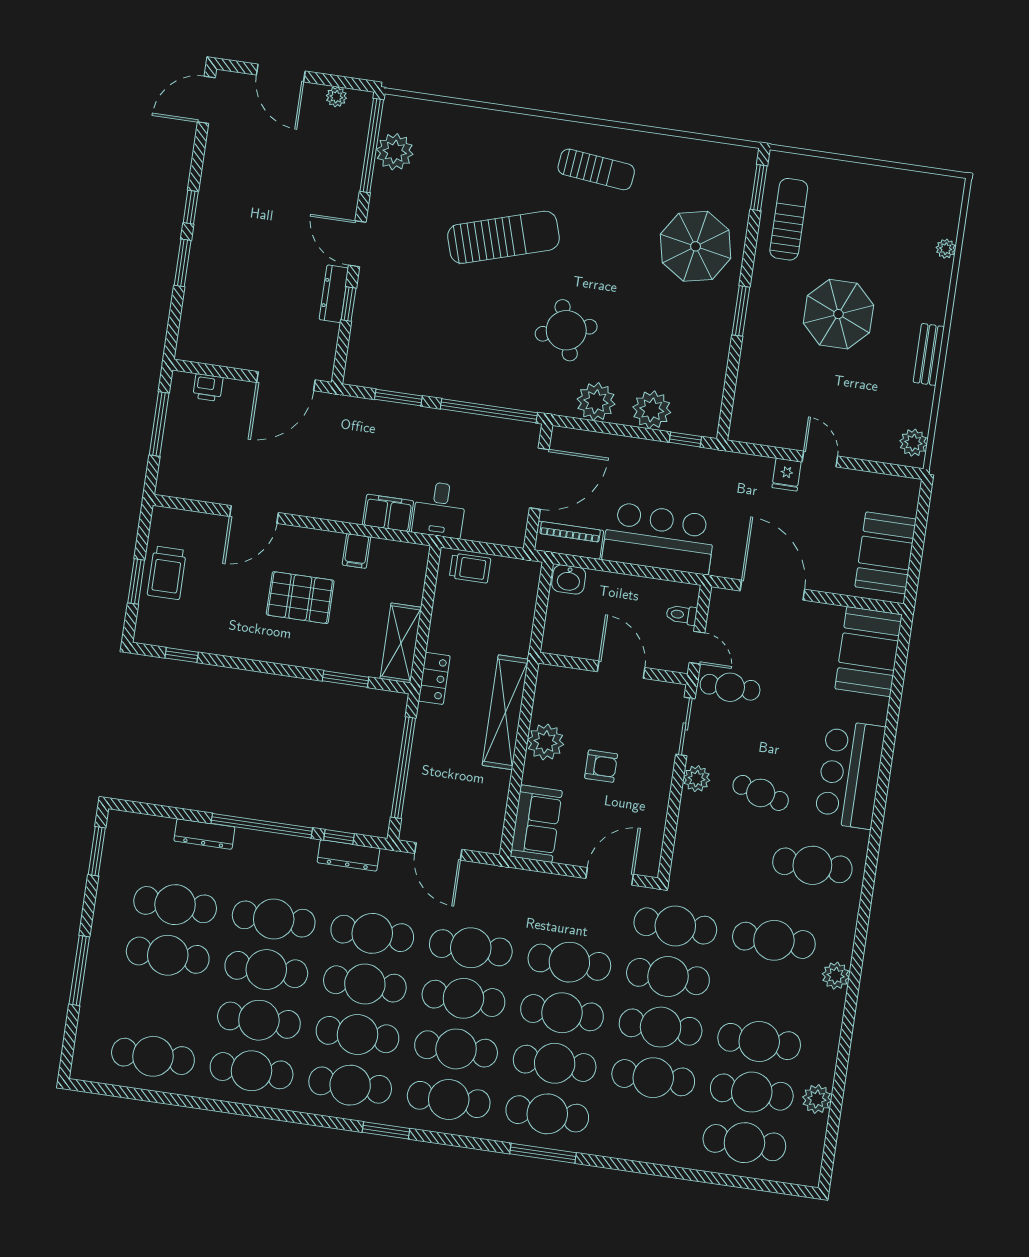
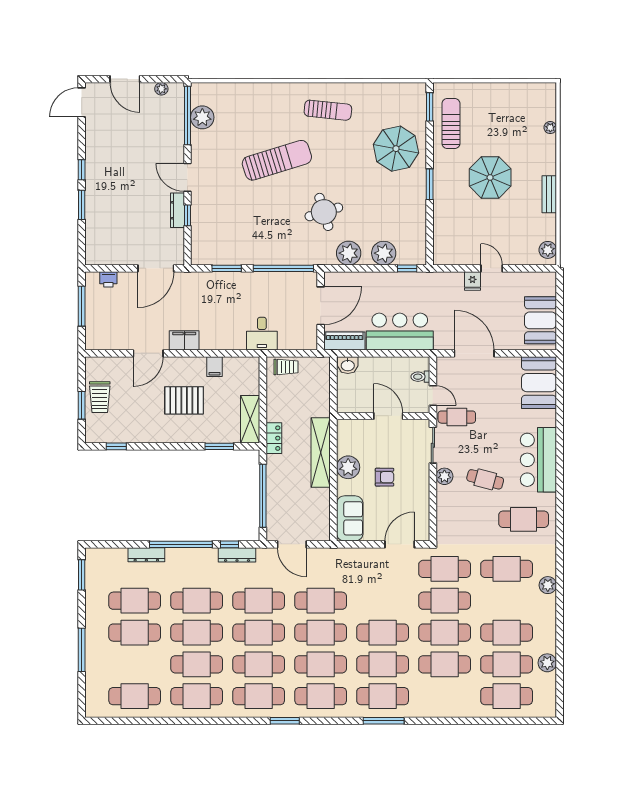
filing cabinet: (388, 513) -> (184, 340), moved
cafe table: (569, 962) -> (383, 601), removed

